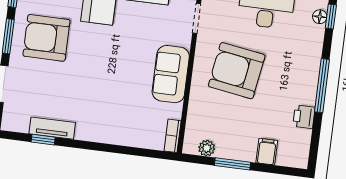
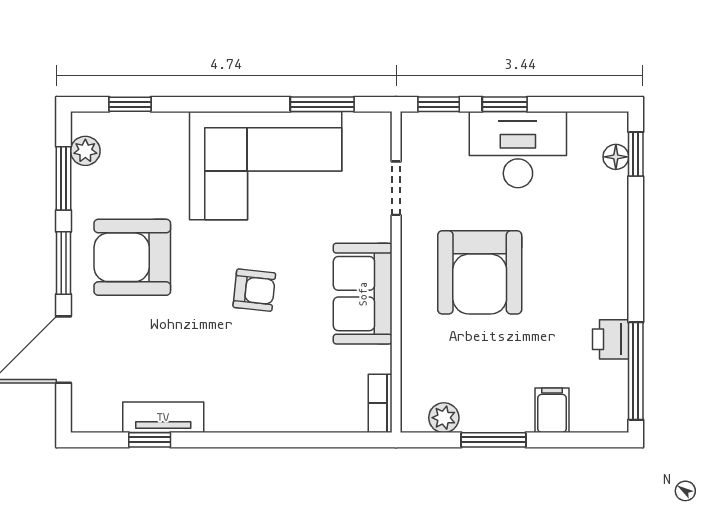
armchair: (111, 65) -> (254, 290), added
armchair: (237, 71) -> (480, 272), turned -99
window: (322, 86) -> (636, 371), moved

